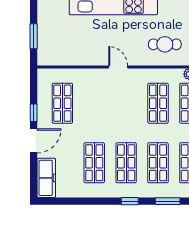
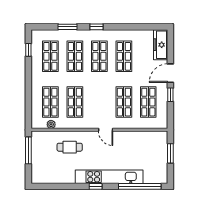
shop shelf: (94, 103) -> (124, 102), added

